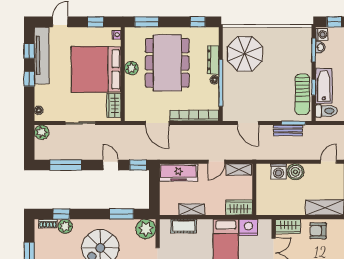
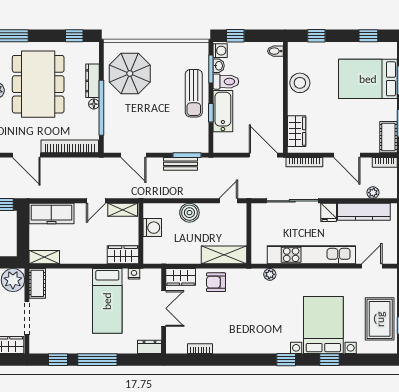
sun lounger: (302, 94) -> (194, 93), moved
toilet: (326, 111) -> (226, 82), moved
washing machine: (279, 171) -> (152, 228), moved, turned -90
shelving: (192, 209) -> (44, 257), moved
cot: (184, 226) -> (37, 283), moved, turned 90
nightstand: (248, 227) -> (134, 274), width x0.53, depth x0.56

